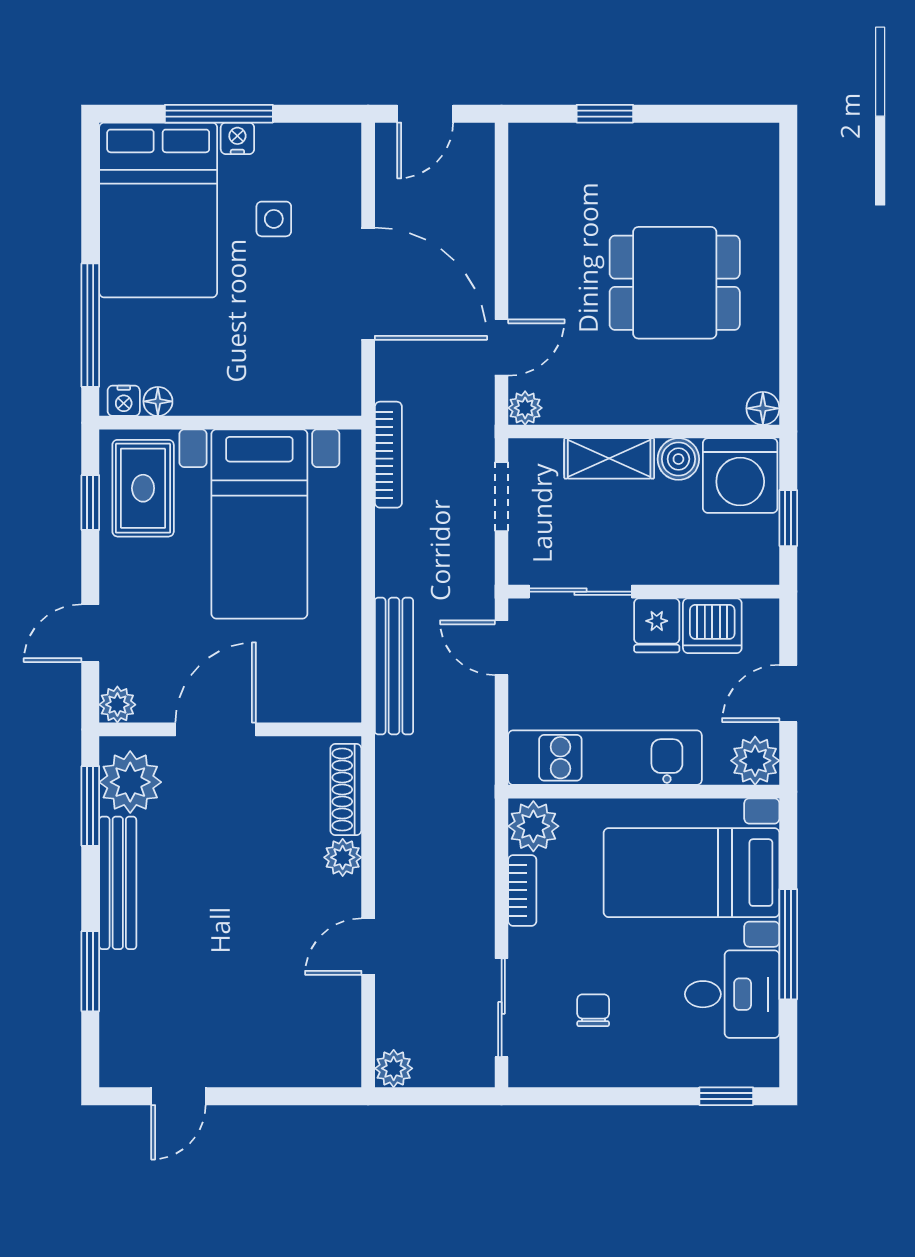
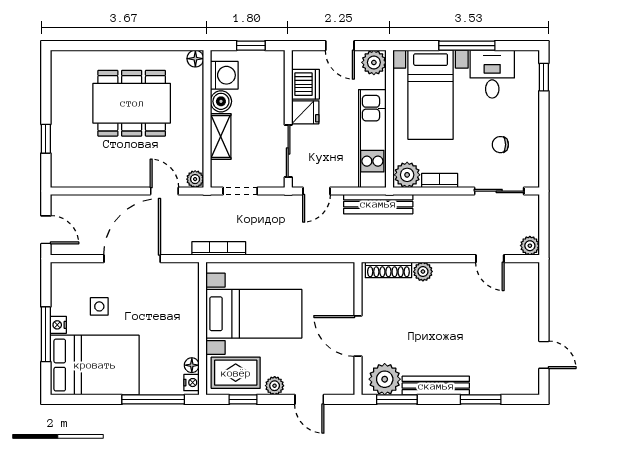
dining table: (675, 283) -> (132, 103), width x1.38
washing machine: (740, 476) -> (224, 75), width x0.73, depth x0.73
bench: (394, 666) -> (378, 204), moved
plant: (117, 705) -> (275, 386), moved
door: (368, 947) -> (490, 259), moved

